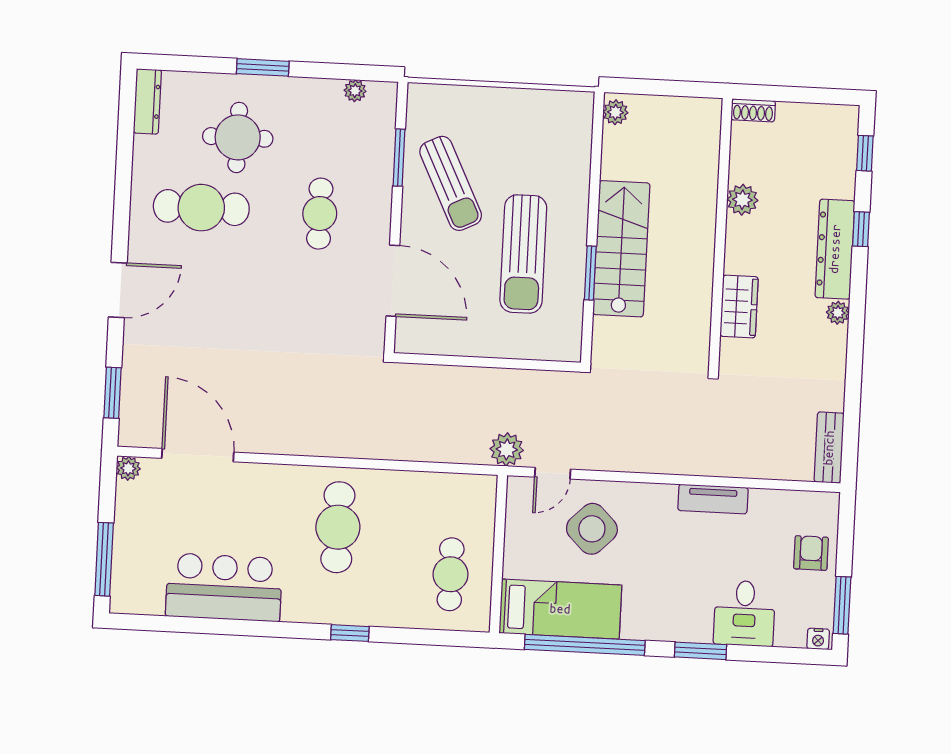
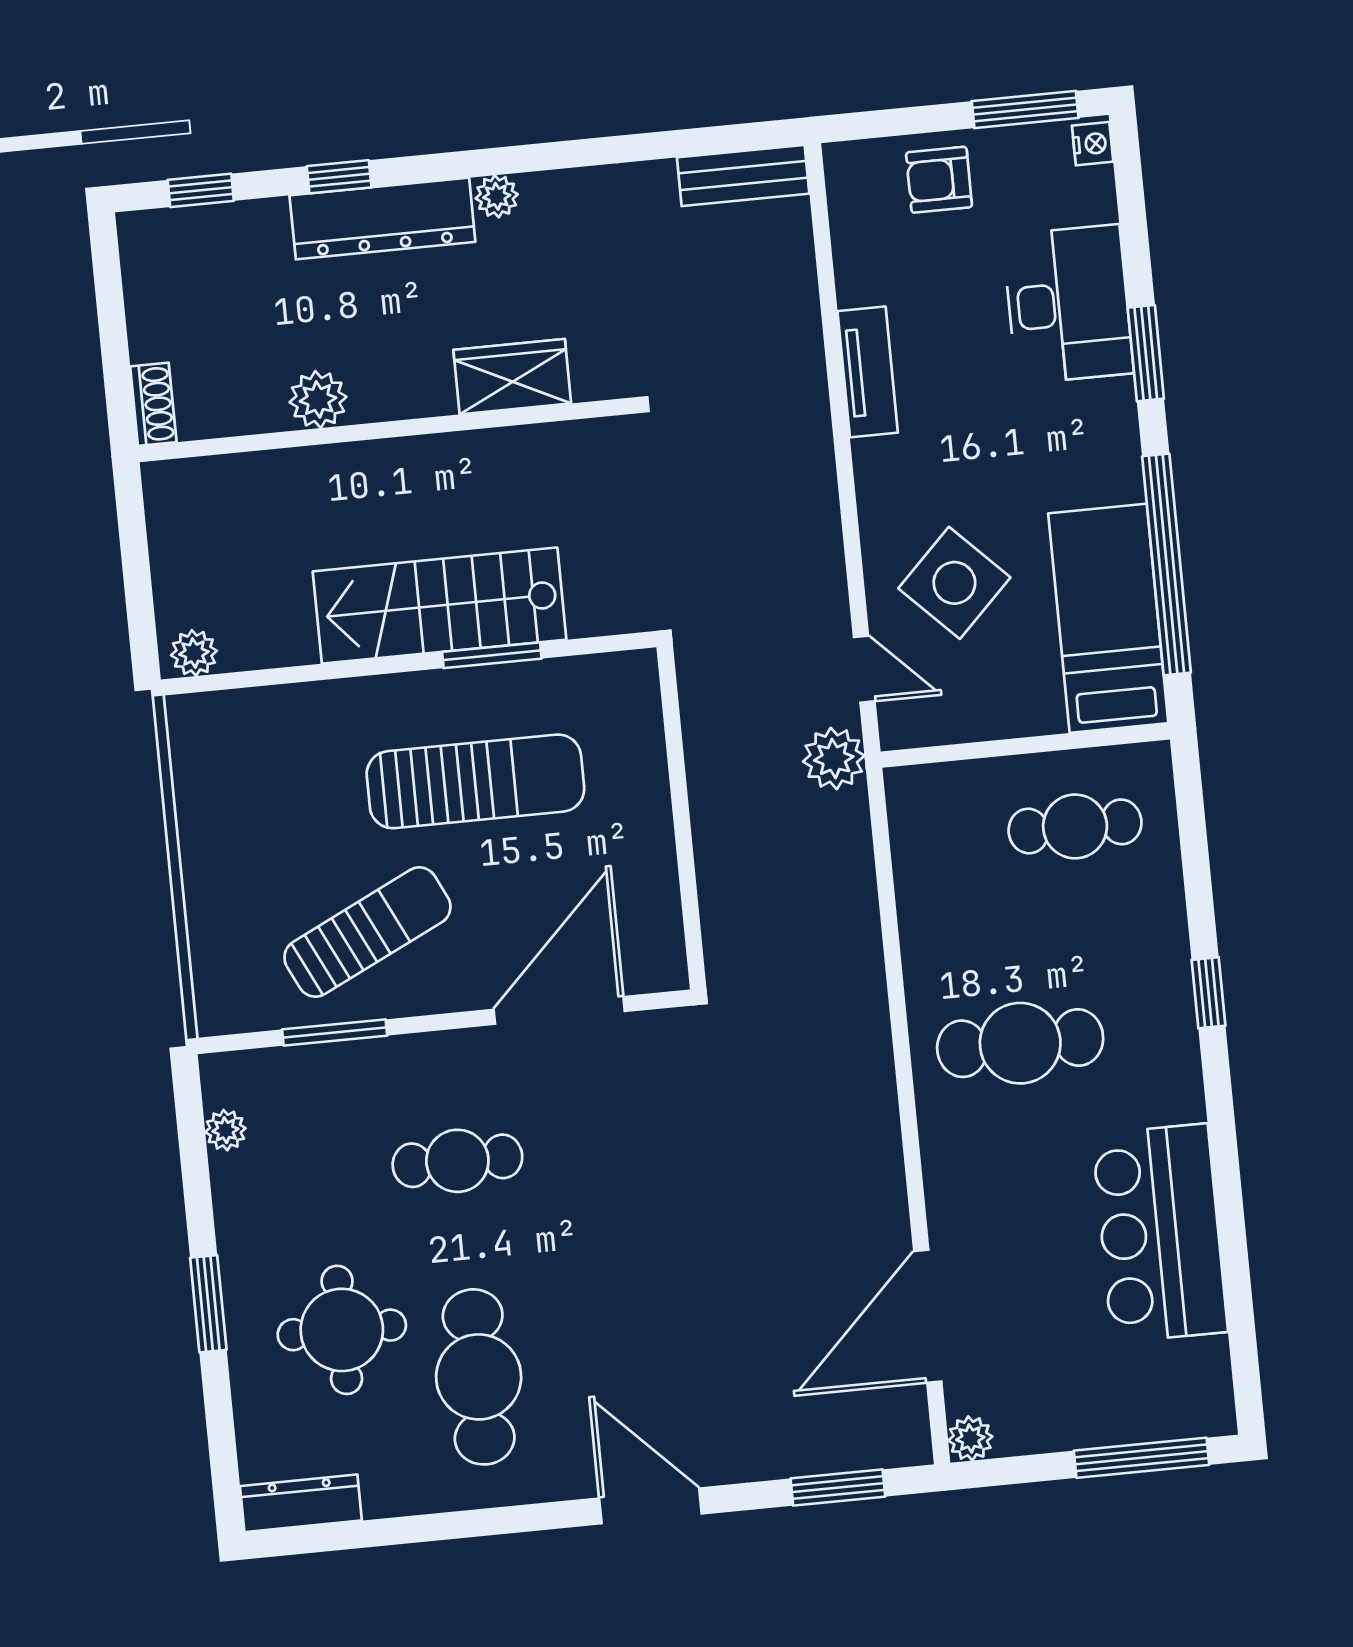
desk: (744, 613) -> (1068, 304), width x1.37

